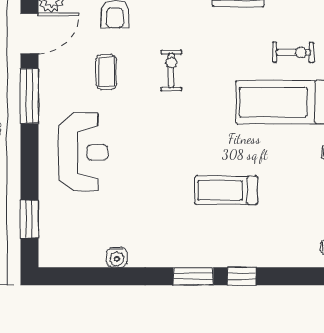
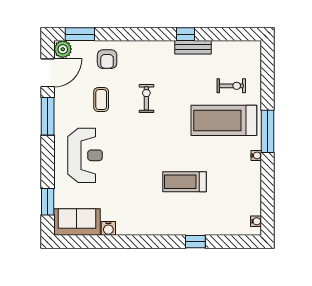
sofa: (72, 248) -> (77, 222), added
window: (193, 276) -> (162, 242), removed

